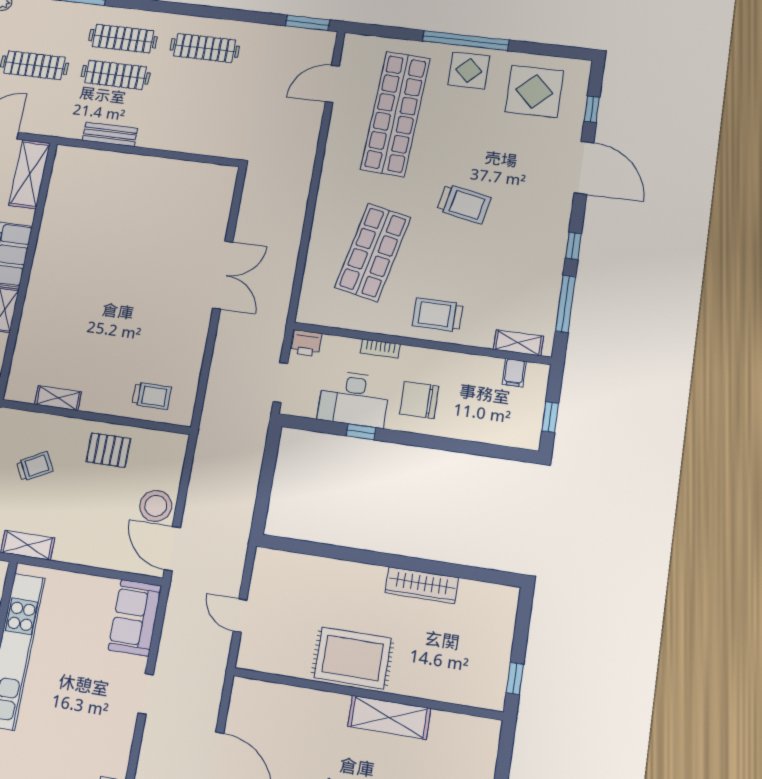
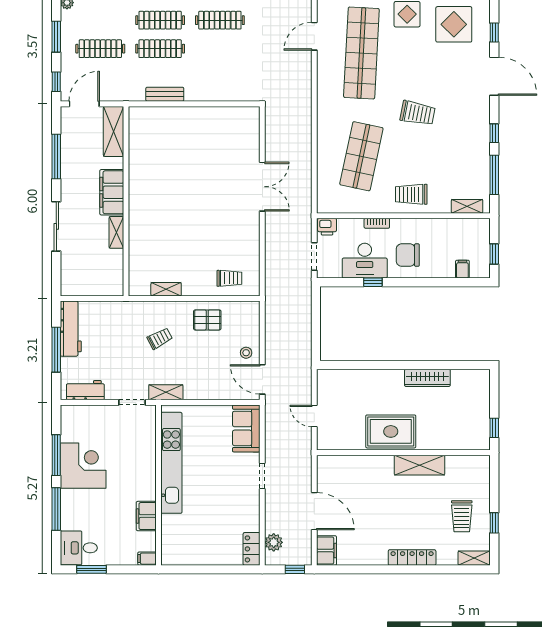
filing cabinet: (514, 373) -> (462, 269), moved, turned 180
stool: (156, 506) -> (246, 353), width x0.53, depth x0.53

